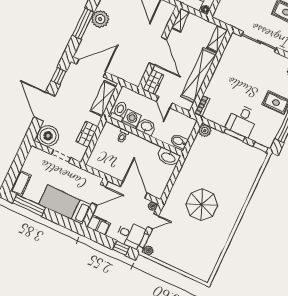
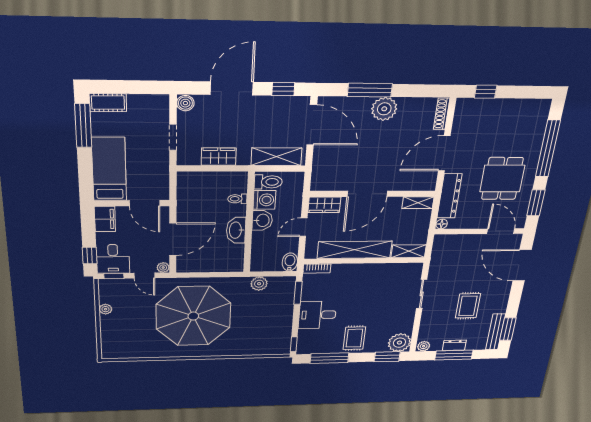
sliding door: (259, 42) -> (422, 294), width x0.73
plant: (205, 131) -> (259, 284), moved
window: (234, 135) -> (298, 293), moved
boiler: (48, 136) -> (185, 103), width x0.54, depth x0.54
bidet: (179, 141) -> (290, 262), moved
washbasin: (168, 157) -> (236, 230), moved
parasol: (202, 205) -> (193, 316), width x1.86, depth x1.86
plant: (148, 250) -> (105, 309), moved

